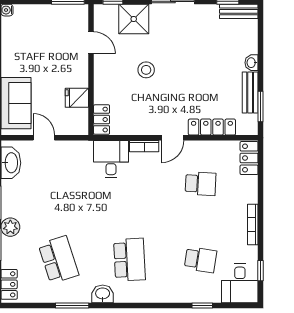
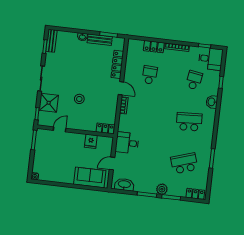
locker: (249, 158) -> (154, 47), moved
desk: (111, 159) -> (127, 143), moved
washbasin: (103, 294) -> (212, 102), moved

